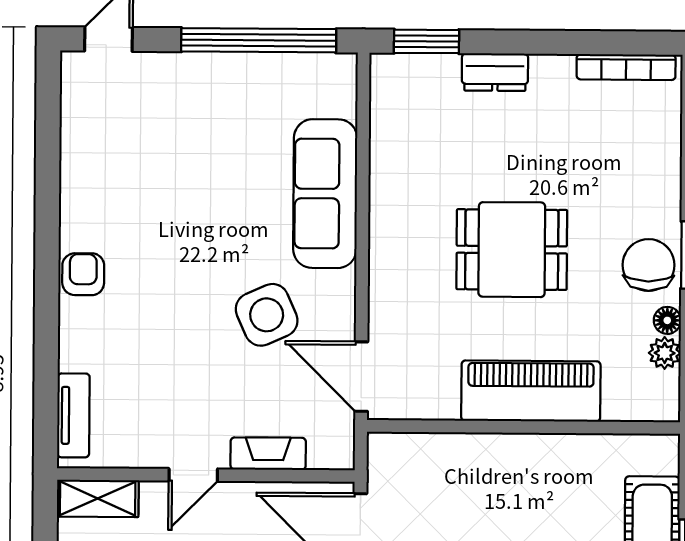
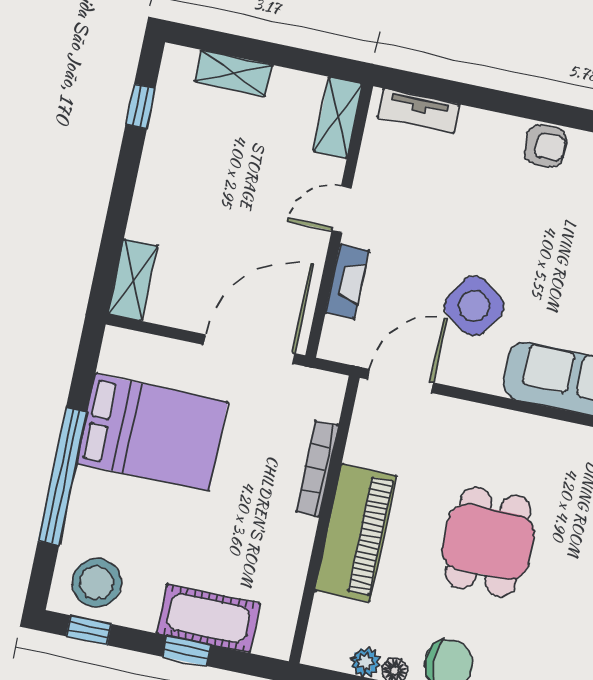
side table: (267, 315) -> (474, 306), turned -32
bookcase: (471, 445) -> (317, 469), added
door: (193, 475) -> (342, 209), hinge flipped

